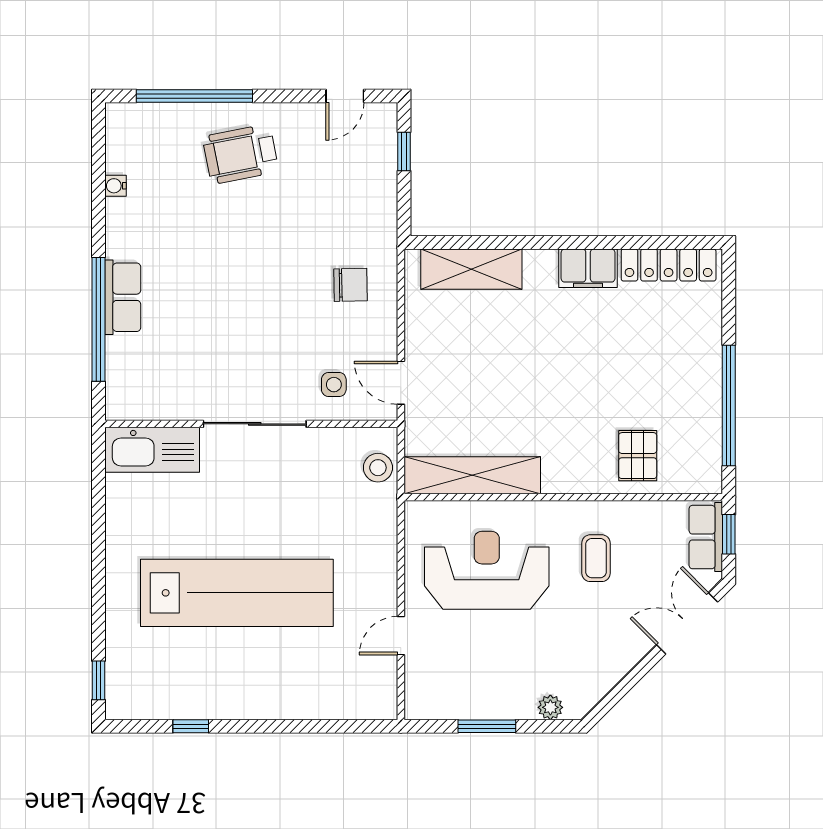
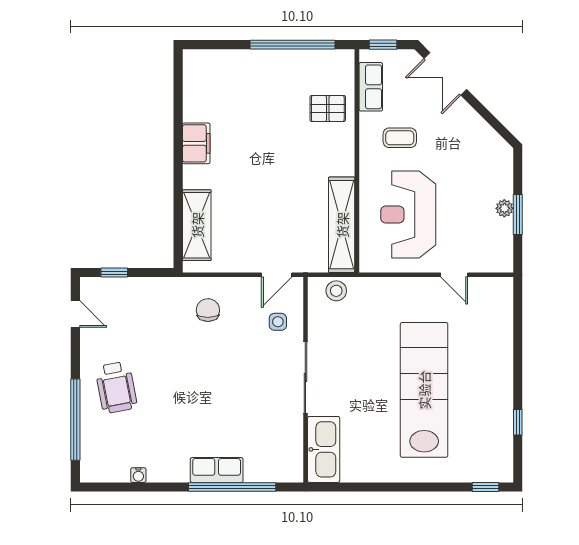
locker: (669, 265) -> (194, 87), removed
row of seats: (706, 537) -> (371, 87), moved, turned -90
plant: (550, 707) -> (504, 208), moved

